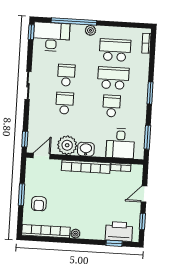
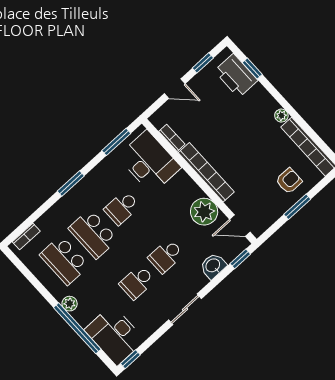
desk: (120, 143) -> (149, 162), width x1.37
washbasin: (86, 149) -> (213, 266), moved, turned 90

